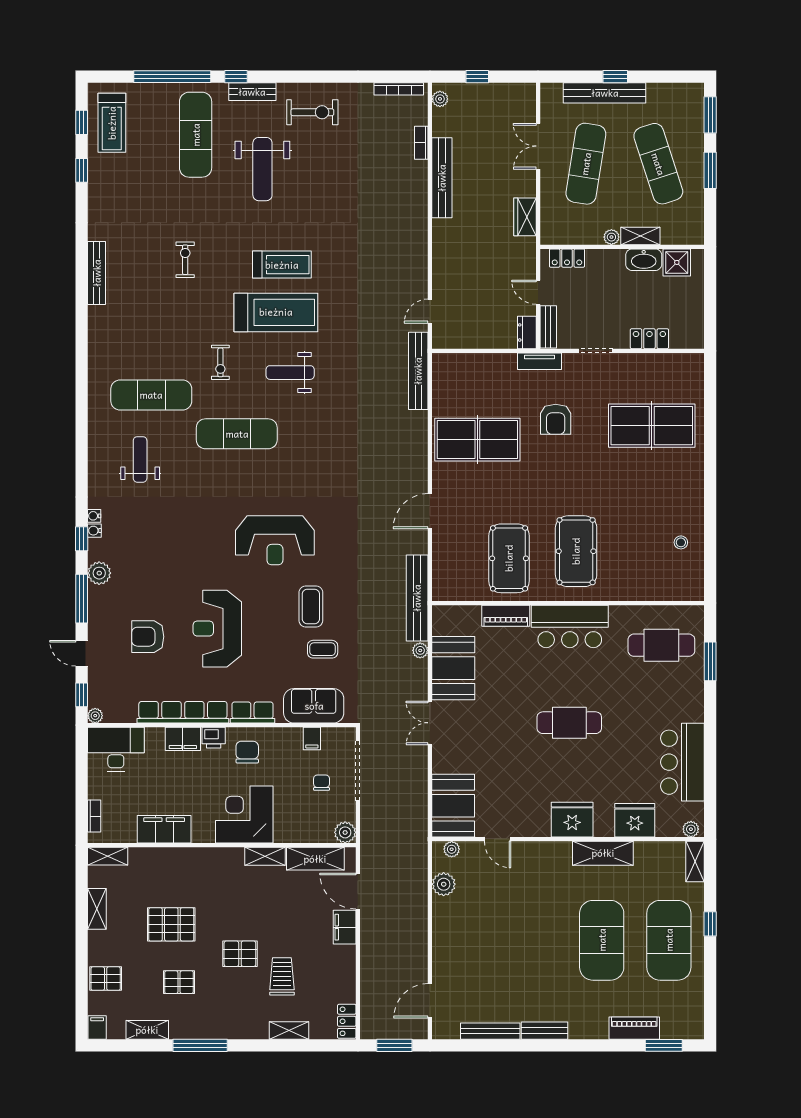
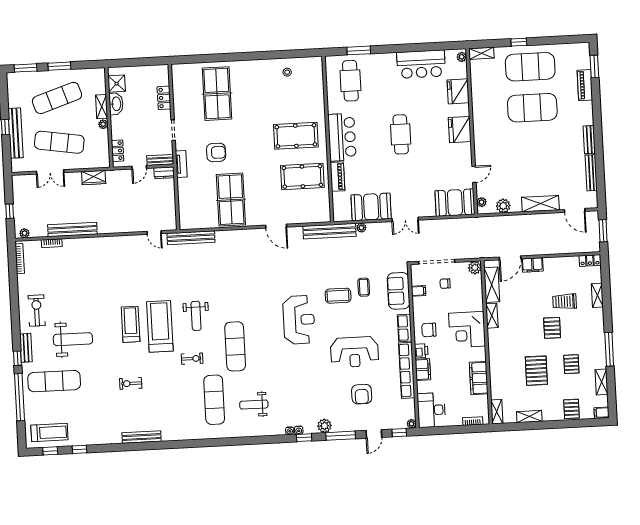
shelving: (603, 853) -> (540, 204), moved, turned 90

